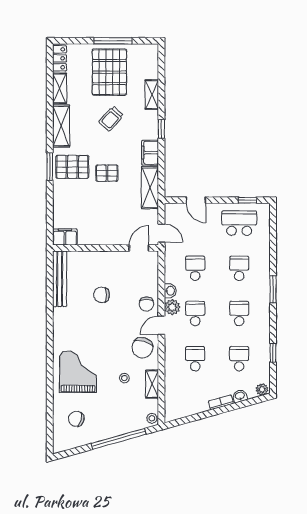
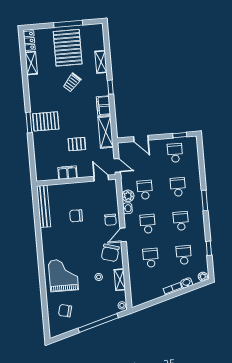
shelving: (61, 126) -> (35, 91), removed
pallet: (107, 173) -> (77, 144), moved
school desk: (239, 223) -> (175, 153), width x0.54
filing cabinet: (65, 237) -> (68, 173), moved
door: (139, 248) -> (101, 178), hinge flipped
plant: (172, 307) -> (128, 196), moved

